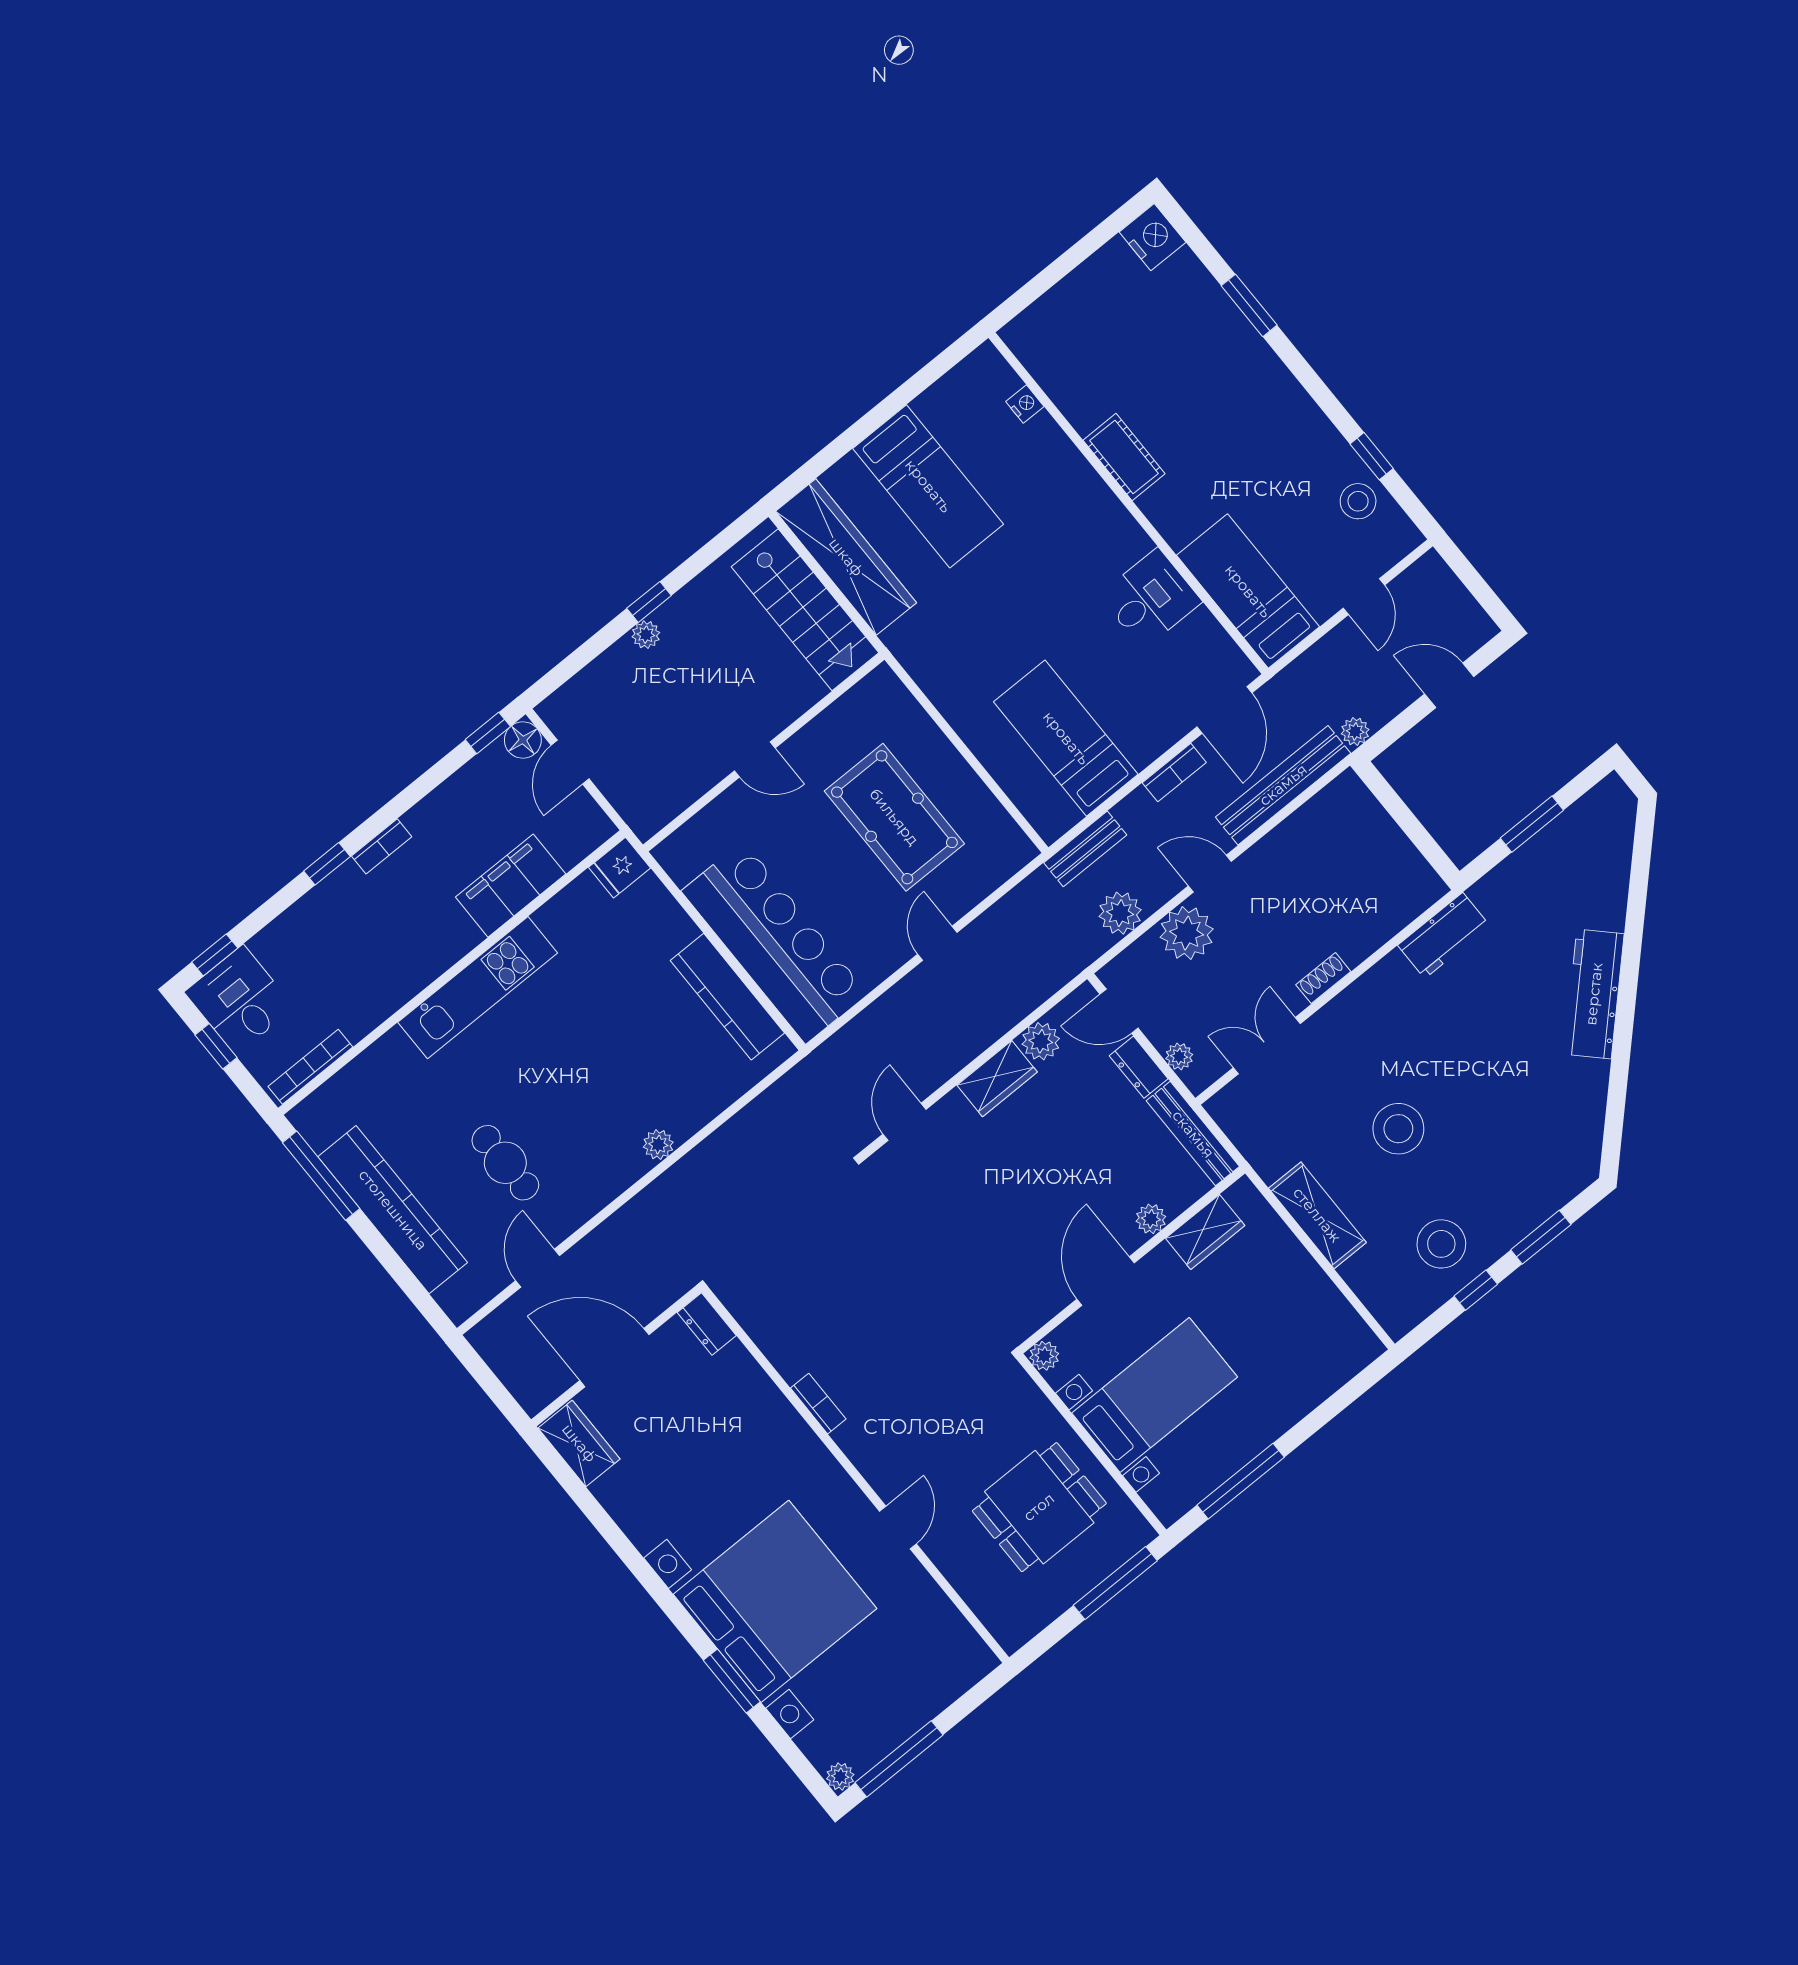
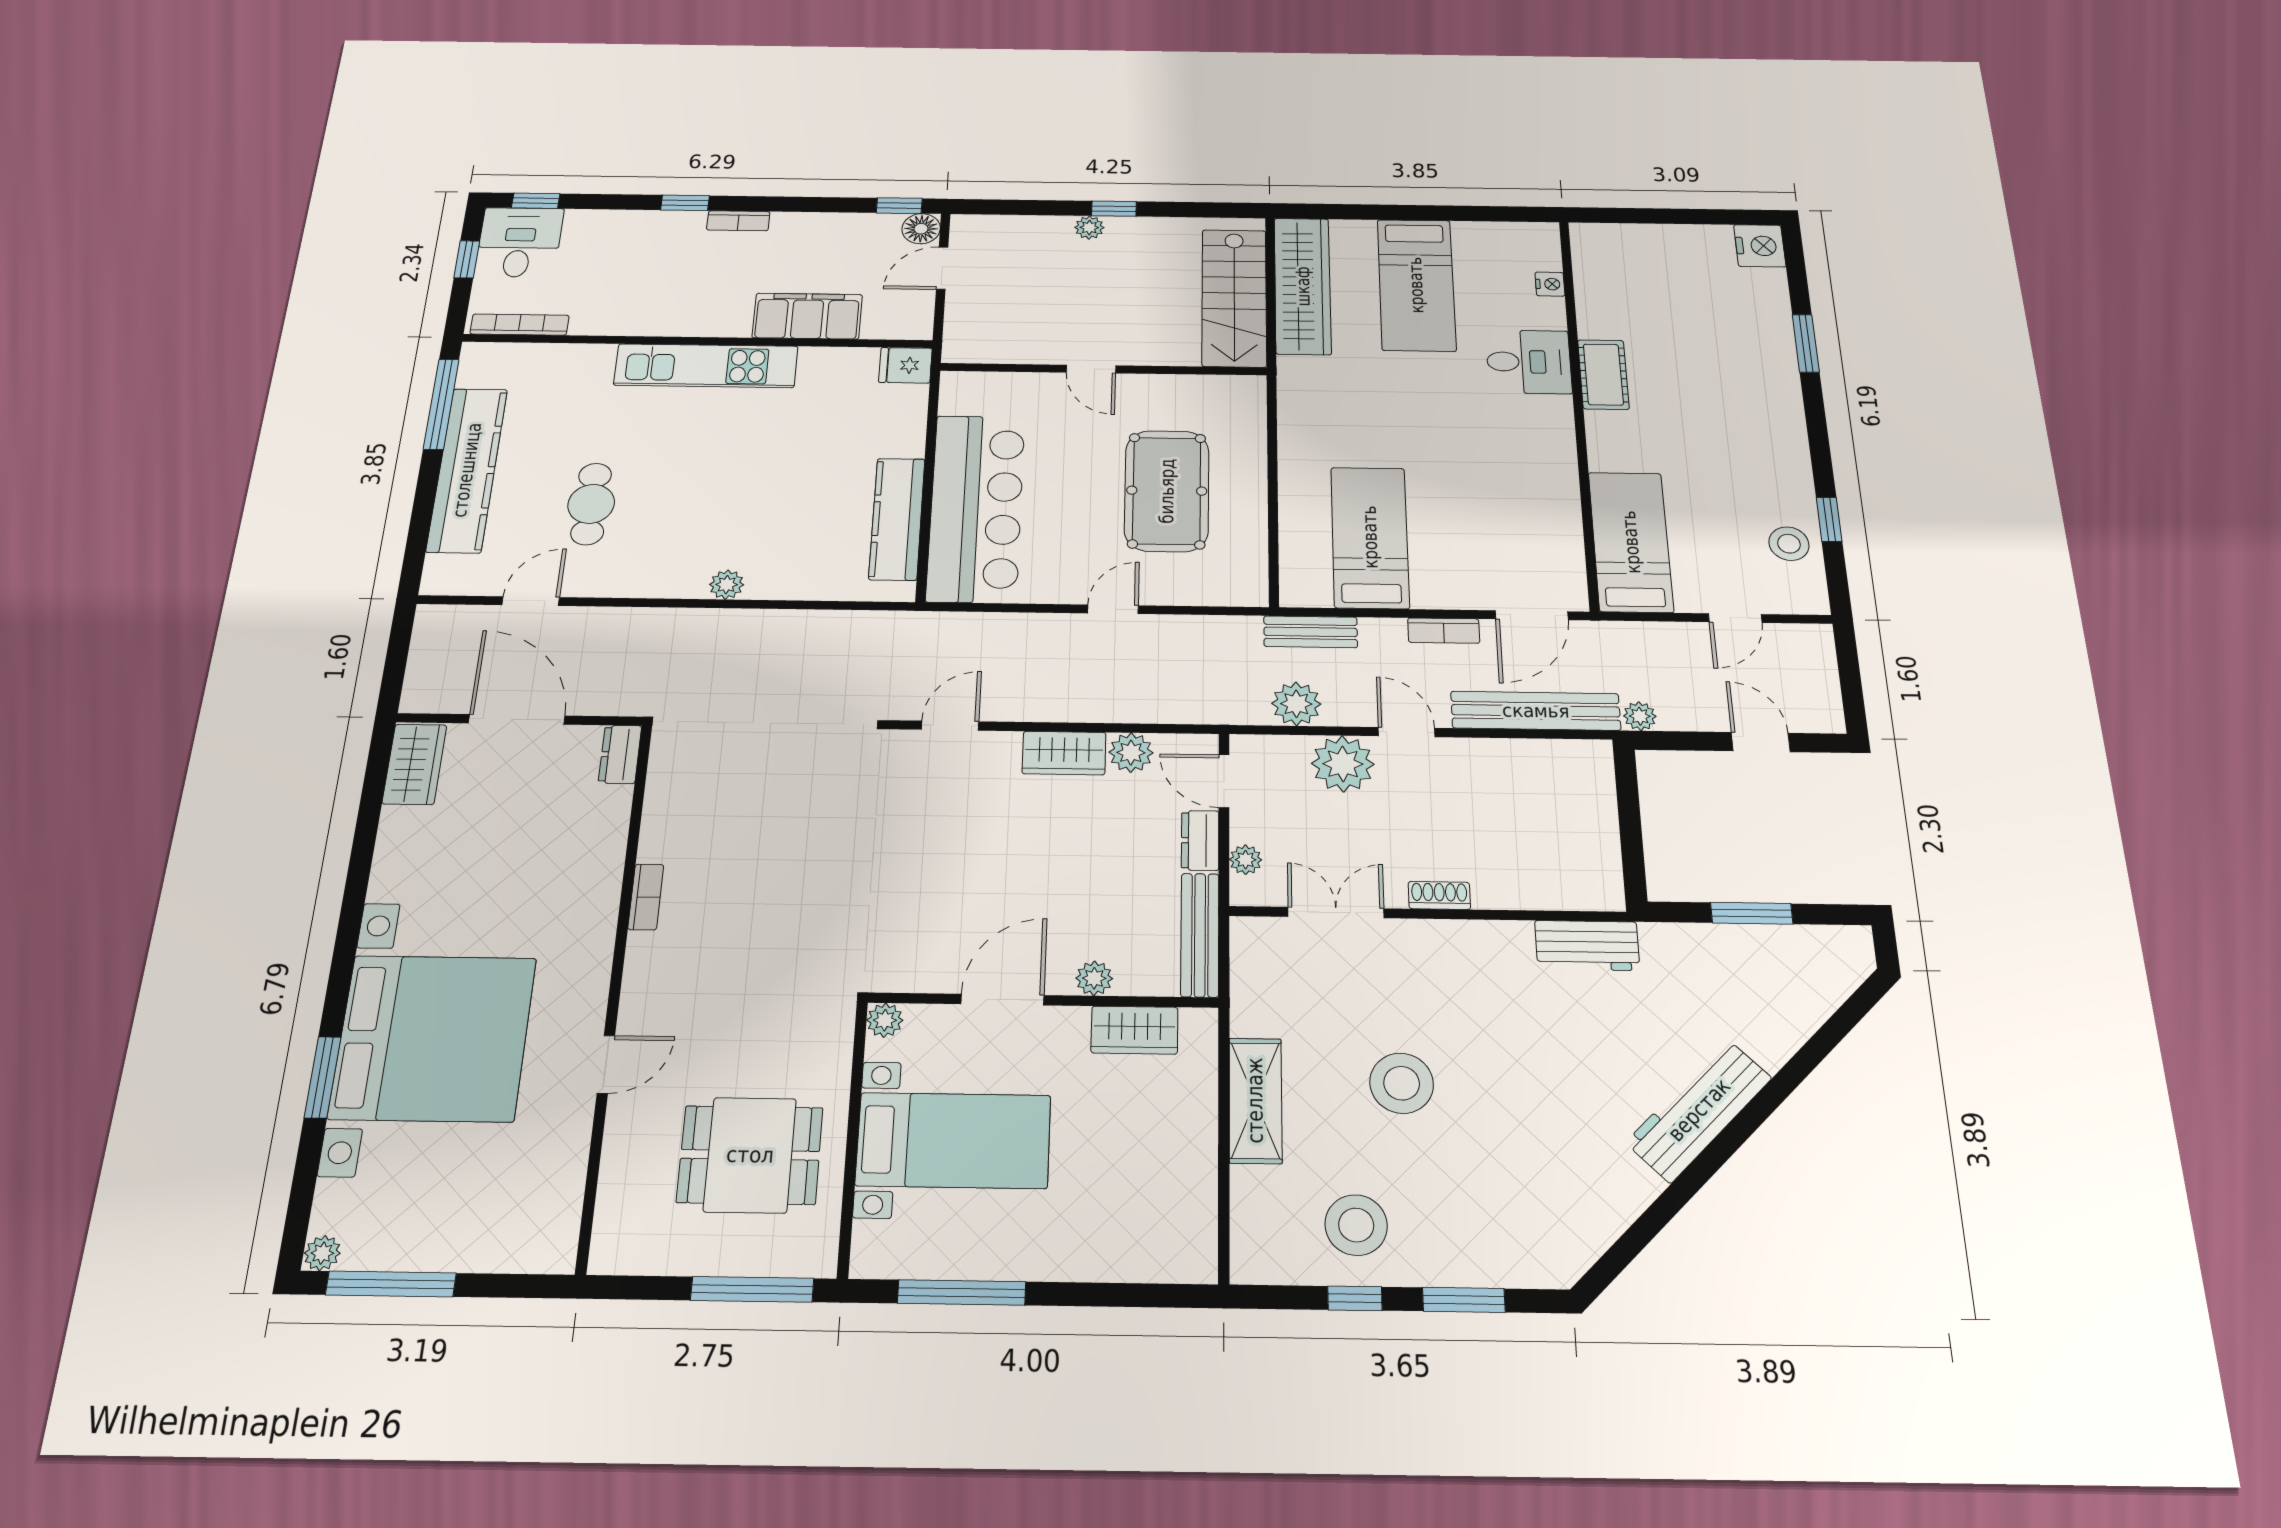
desk: (1150, 599) -> (1529, 362), moved

